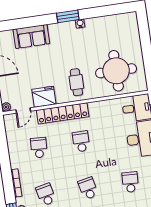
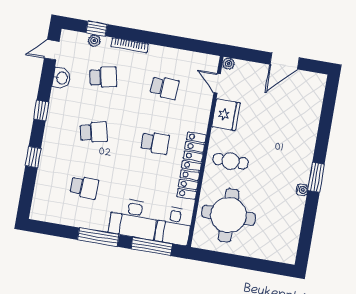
sofa: (31, 36) -> (306, 124), removed
locker: (63, 113) -> (191, 166), moved

